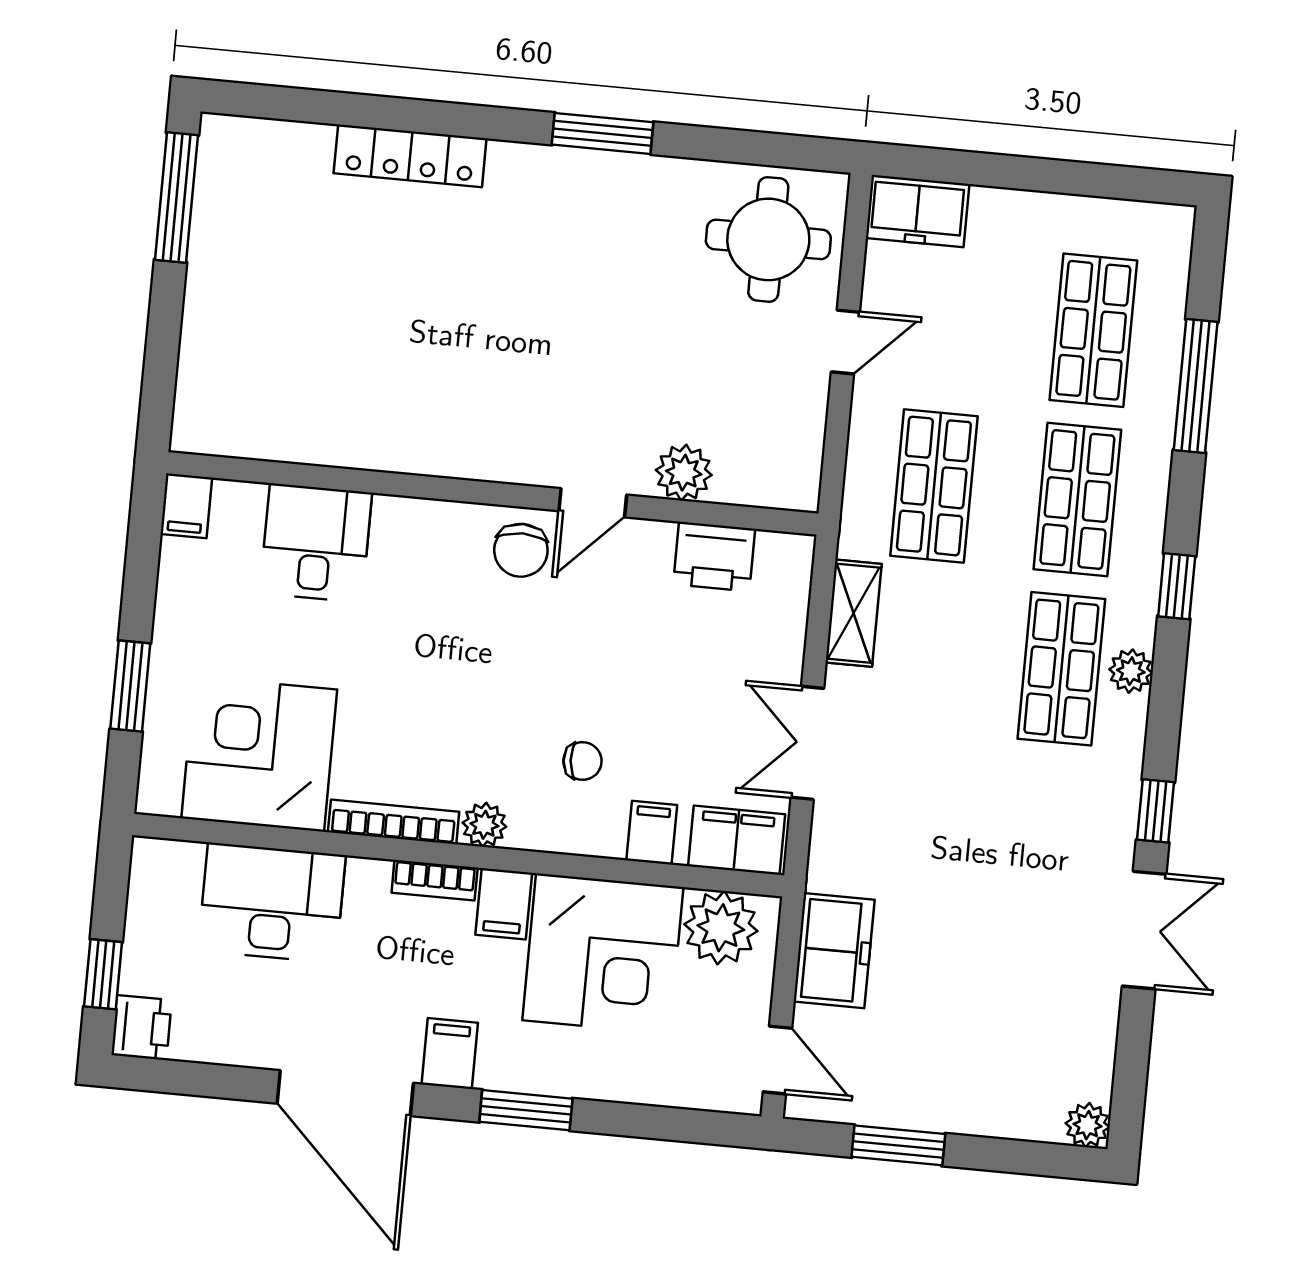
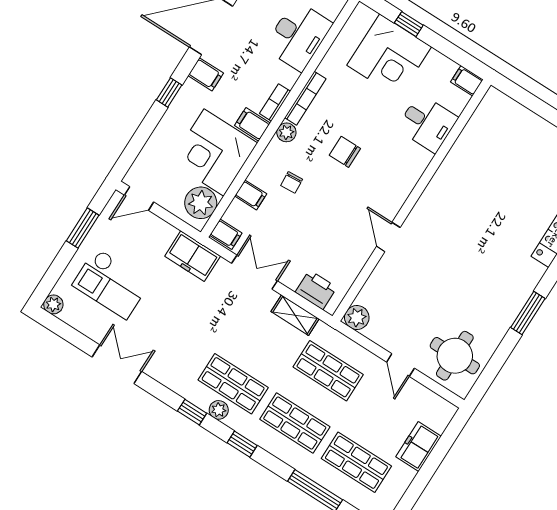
freezer: (918, 211) -> (419, 447), moved
plant: (684, 473) -> (357, 318), moved
chair: (521, 550) -> (345, 152), moved
printer: (714, 557) -> (316, 290), moved, turned 90
window: (130, 686) -> (409, 24), width x0.67
corner desk: (259, 754) -> (389, 56), moved, turned 90
window: (1155, 811) -> (192, 412), moved
filing cabinet: (737, 840) -> (226, 234), width x0.50
double door: (1144, 930) -> (117, 364), swing flipped
freezer: (834, 951) -> (193, 256), moved
checkout: (983, 1028) -> (111, 284), added
window: (526, 1110) -> (169, 92), width x0.67

